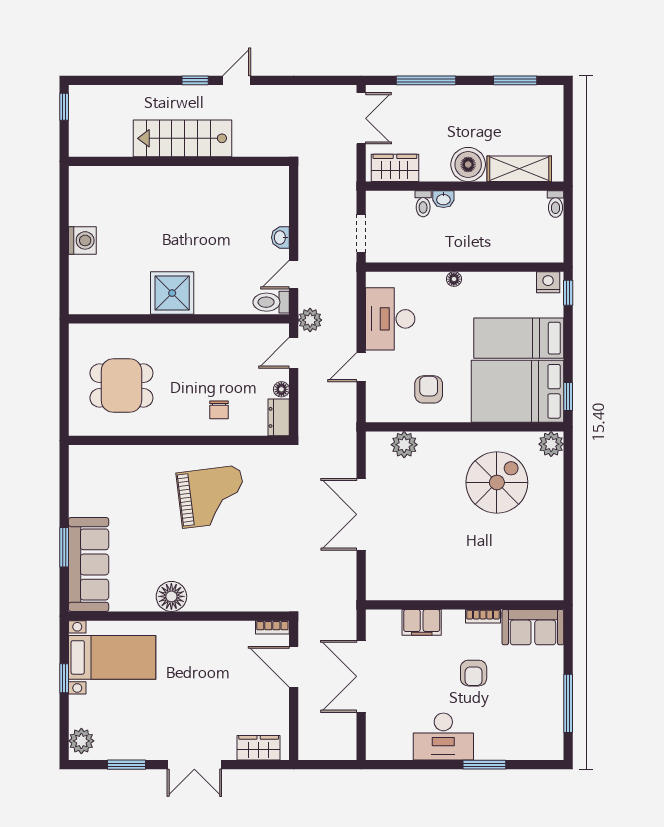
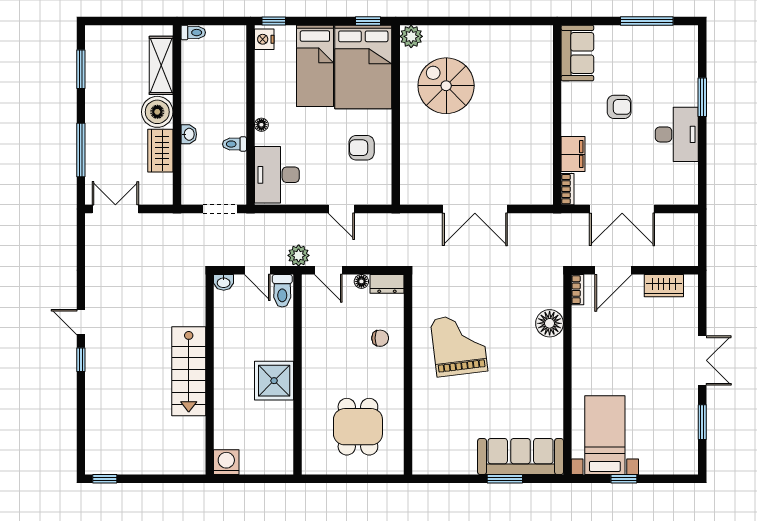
stairs: (183, 138) -> (189, 371), moved
wall: (179, 161) -> (210, 375), moved
wardrobe: (395, 168) -> (160, 151), moved
toilet: (423, 204) -> (235, 144), moved, turned 180
desk: (390, 319) -> (277, 175), moved, turned 90
plant: (404, 445) -> (412, 170), removed
floor lamp: (171, 596) -> (550, 323), moved
bookcase: (483, 616) -> (568, 189), moved
plant: (81, 741) -> (681, 463), removed
wardrobe: (259, 748) -> (664, 286), moved, turned -90

